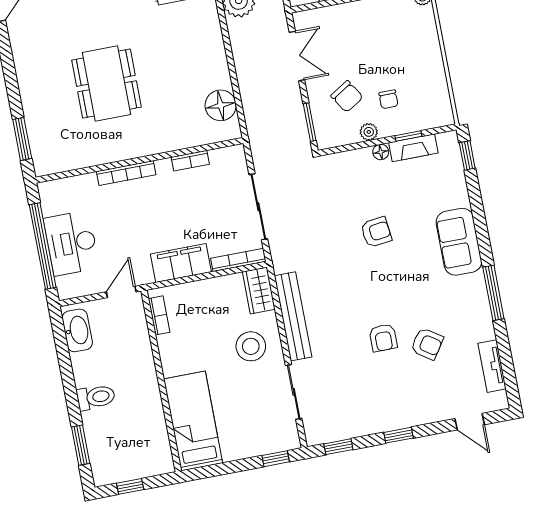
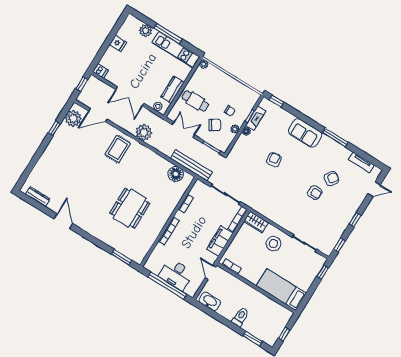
cafe table: (356, 34) -> (195, 101), added
dining table: (106, 84) -> (130, 208), turned 90
bench: (293, 316) -> (191, 165), moved

